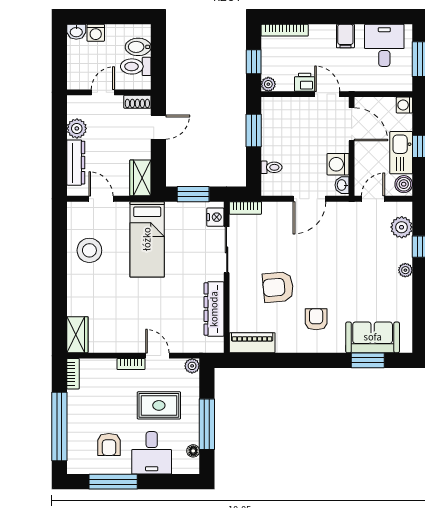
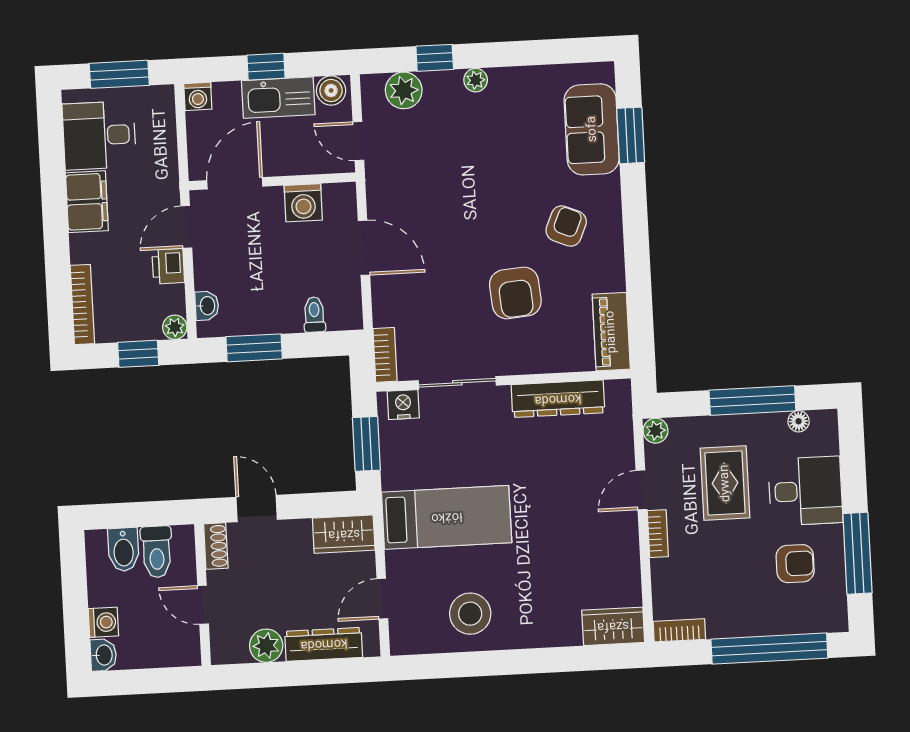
filing cabinet: (345, 36) -> (87, 202), width x2.00
washbasin: (342, 185) -> (207, 306), moved, turned -90
armchair: (316, 319) -> (566, 226), turned 113

